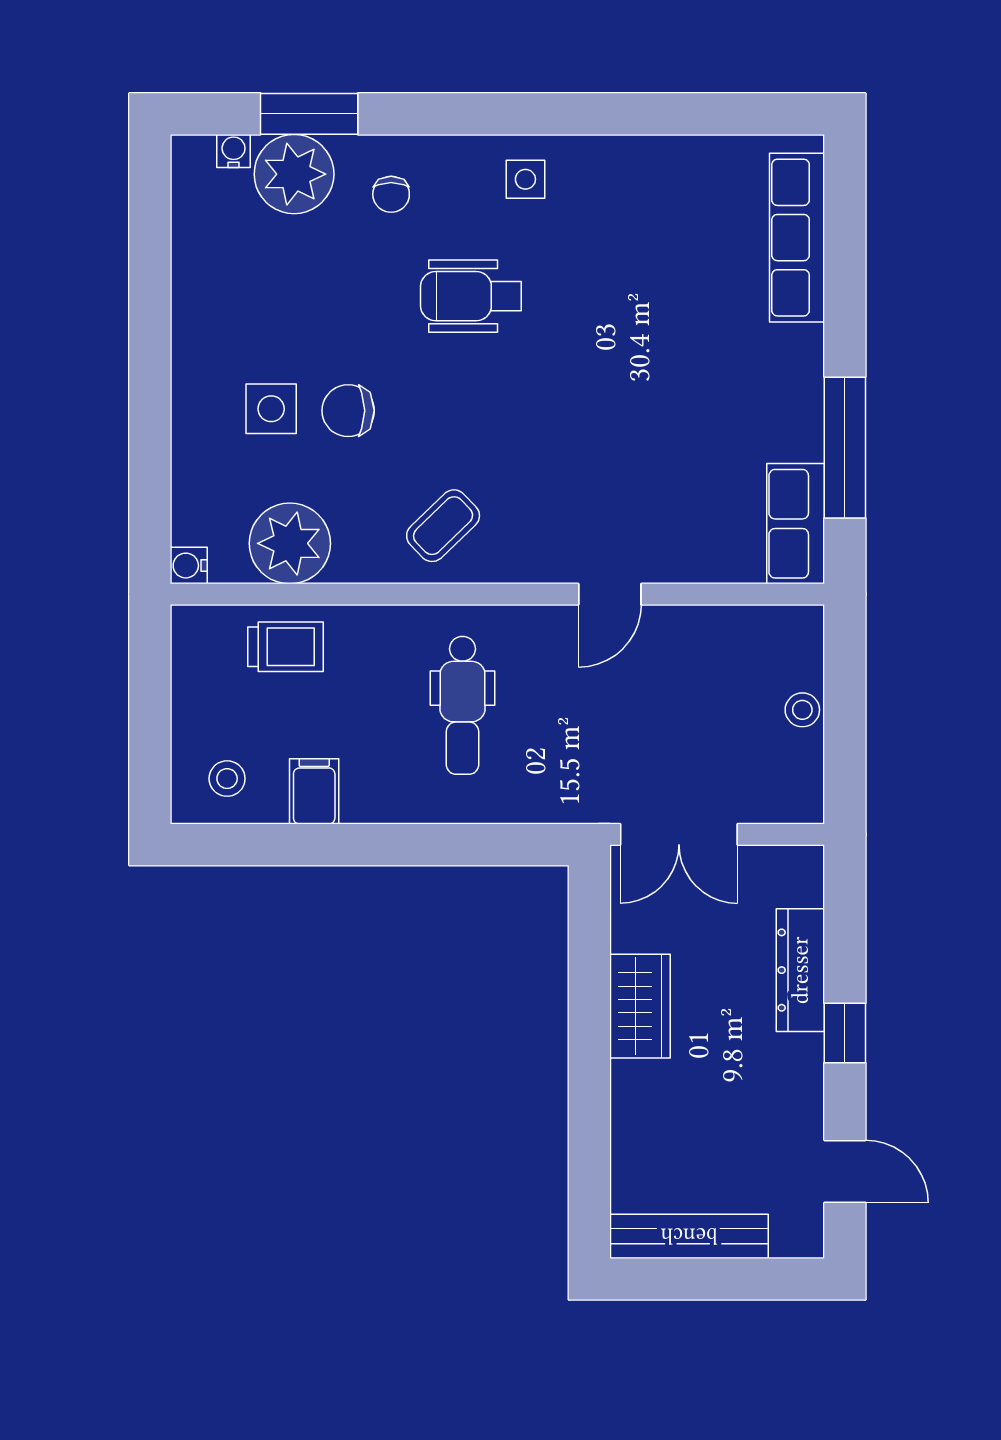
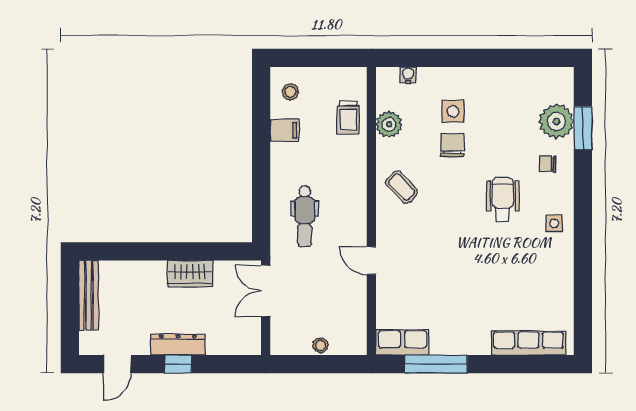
water cooler: (234, 151) -> (567, 95), removed
plant: (290, 543) -> (389, 124), width x0.73, depth x0.73
water cooler: (189, 566) -> (408, 75), moved
dental chair: (463, 705) -> (305, 216), moved, turned -90
dresser: (800, 970) -> (178, 344), moved

